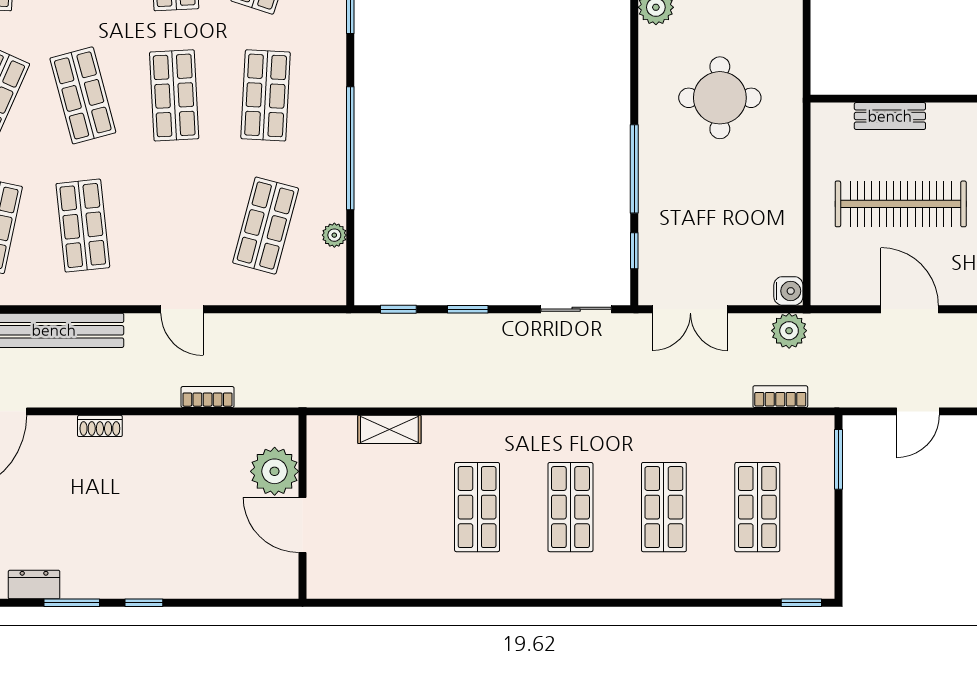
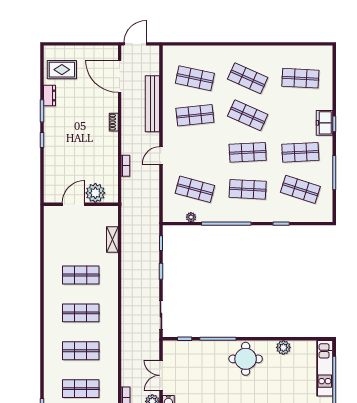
shop shelf: (83, 95) -> (248, 115), turned 39
round table: (720, 98) -> (246, 359), moved
double door: (690, 309) -> (161, 375), moved

